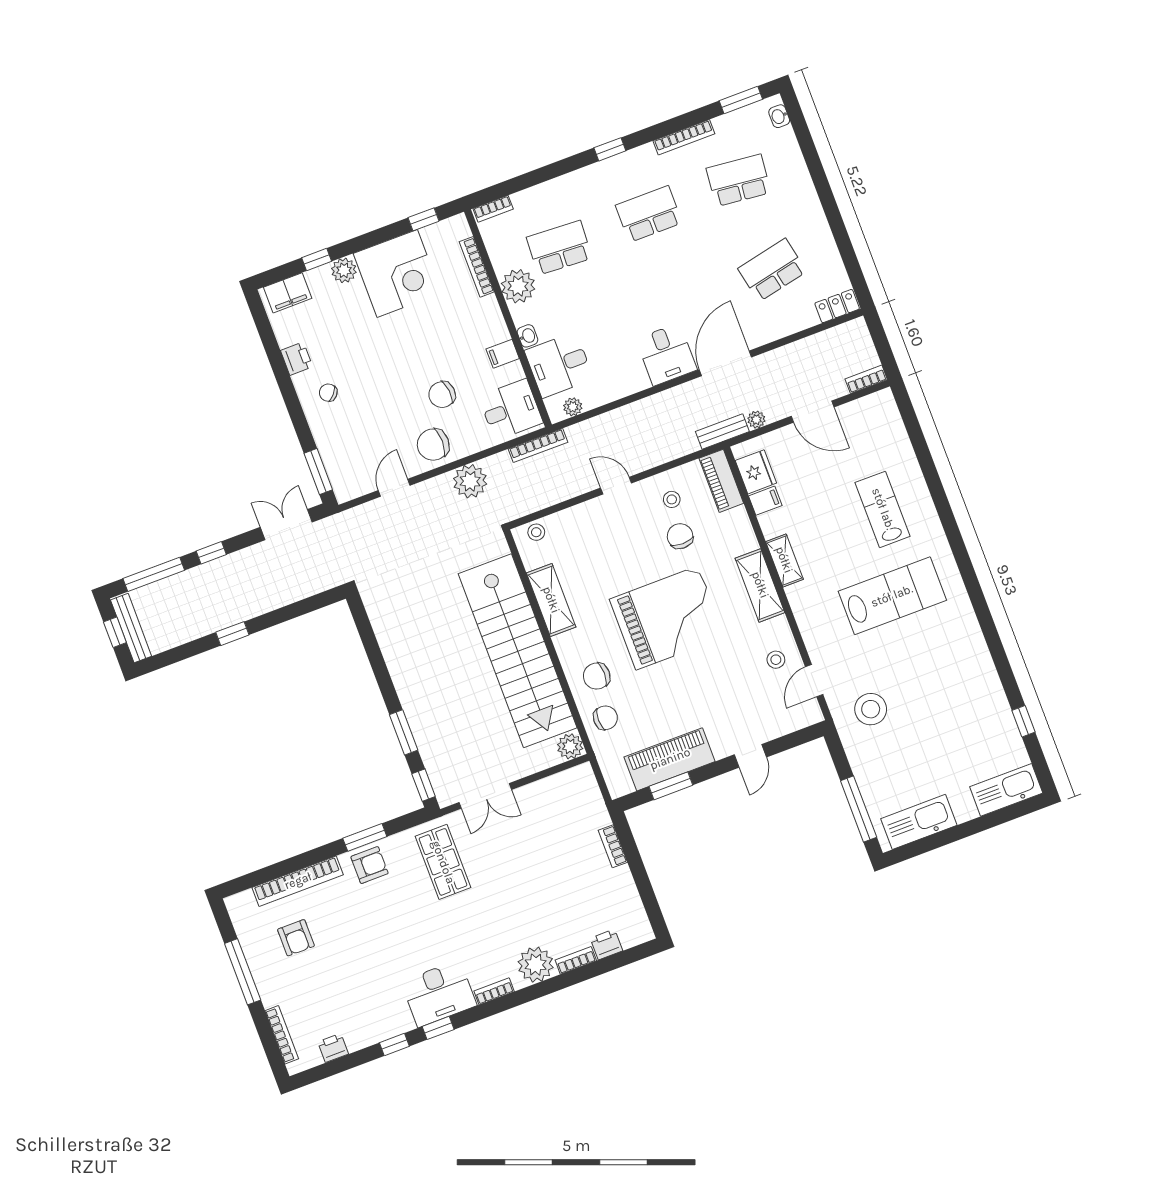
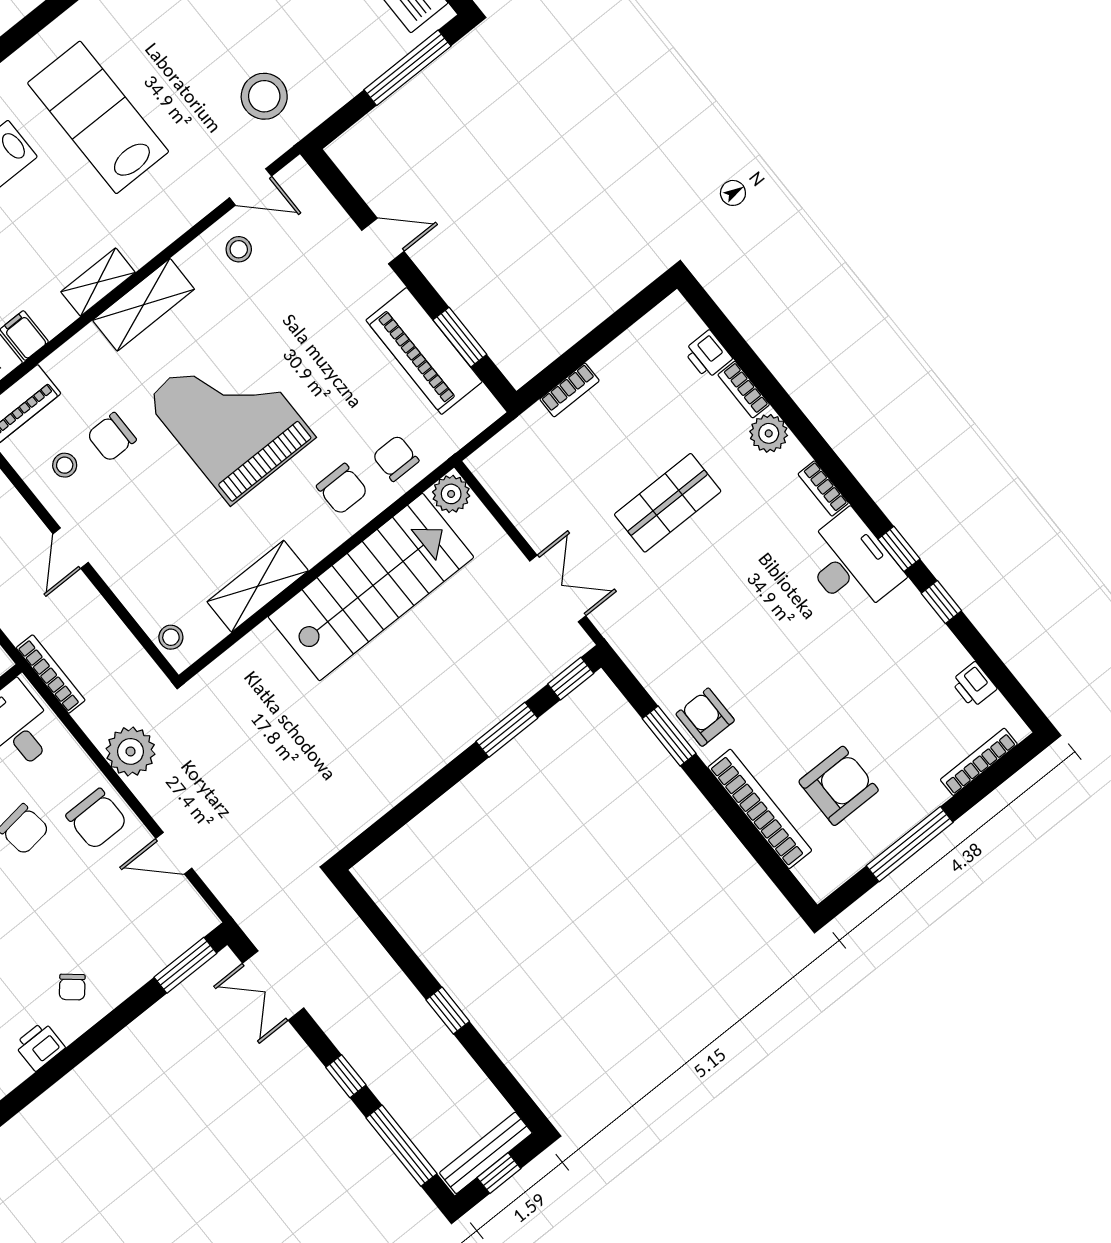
stairs: (518, 651) -> (371, 587), width x0.73
shop shelf: (443, 862) -> (668, 503), moved
armchair: (296, 938) -> (839, 786), width x1.38, depth x1.38
plant: (536, 965) -> (769, 433), width x0.73, depth x0.73

